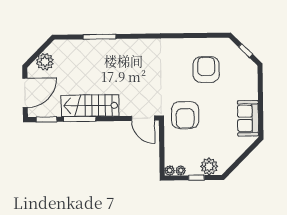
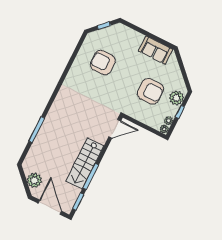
armchair: (185, 115) -> (150, 91), moved

